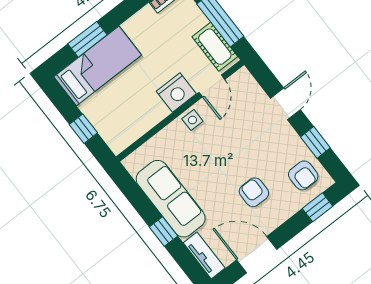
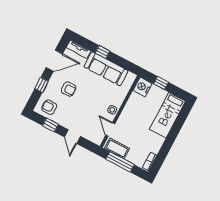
window: (87, 39) -> (178, 125), removed
nightstand: (176, 92) -> (143, 87), moved
window: (318, 207) -> (42, 85), moved

